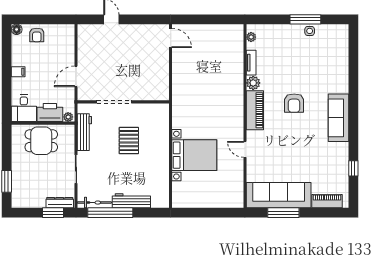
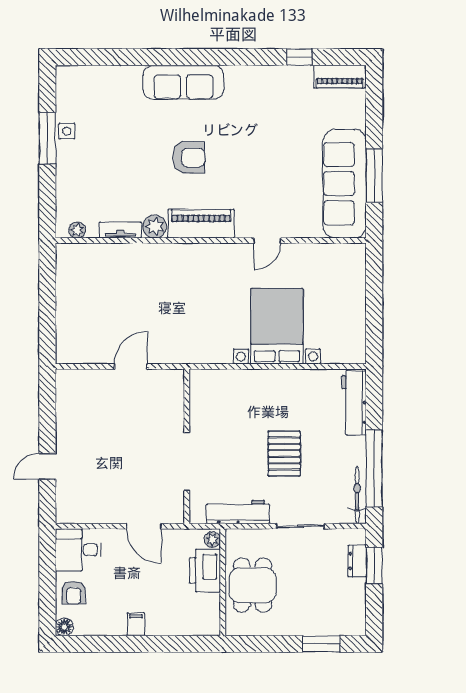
armchair: (37, 35) -> (74, 593), turned 90
door: (171, 38) -> (131, 366), moved
desk: (24, 108) -> (78, 550), moved, turned 180
sofa: (339, 118) -> (183, 82), moved
pallet: (129, 141) -> (284, 454), moved, turned 90
workbench: (131, 201) -> (354, 403), moved
piano: (327, 201) -> (340, 77), moved, turned -90
dresser: (60, 203) -> (357, 561), width x0.70

